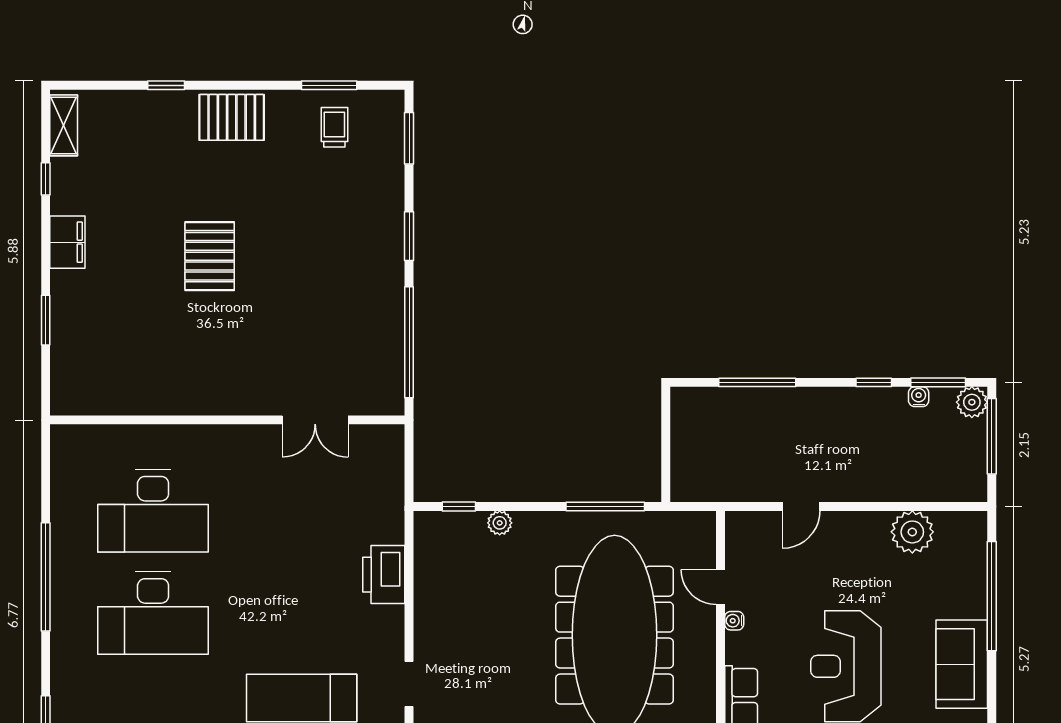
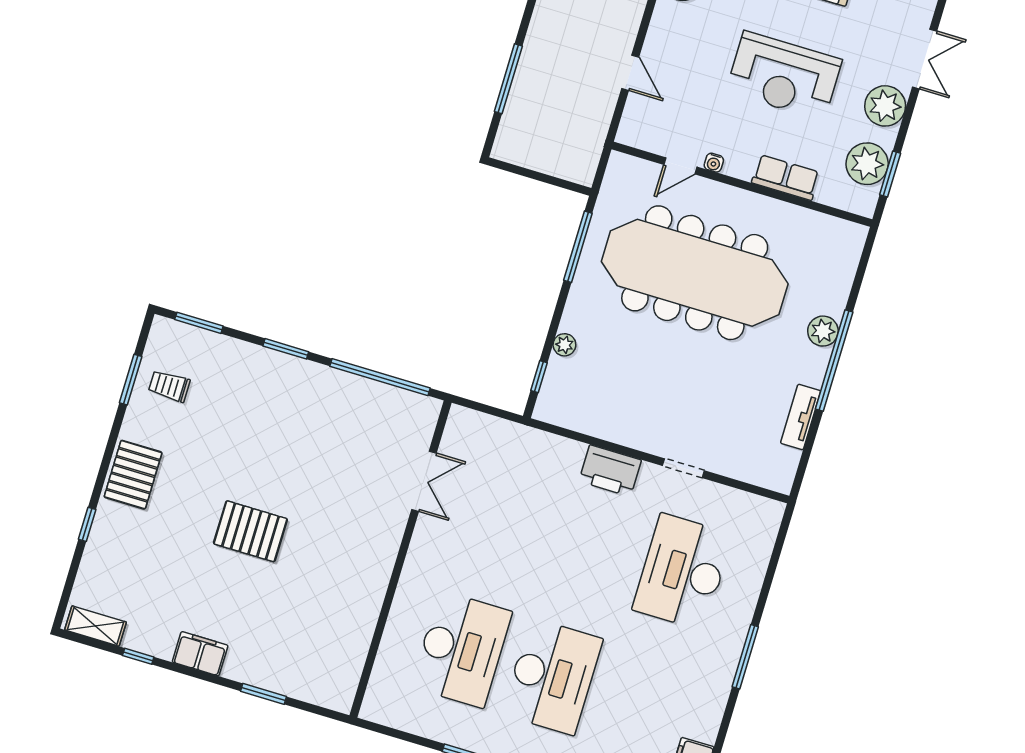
printer: (384, 575) -> (610, 471), moved

